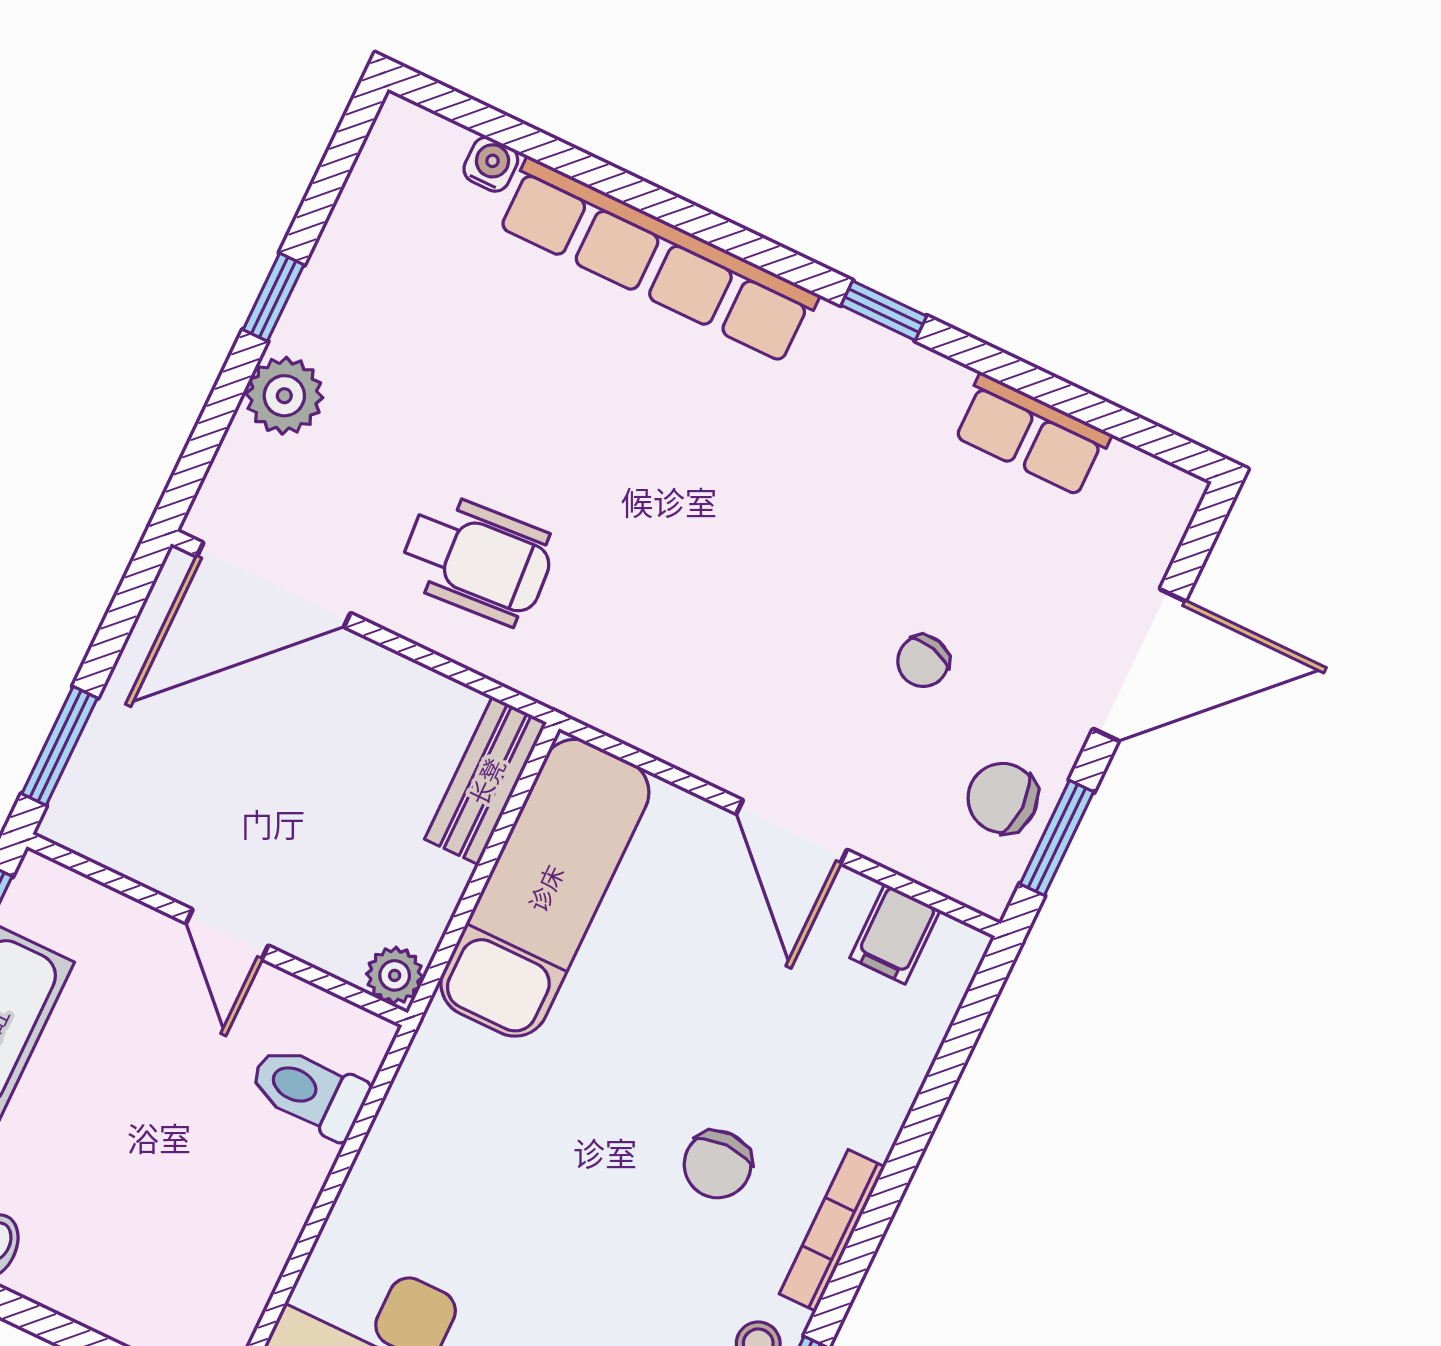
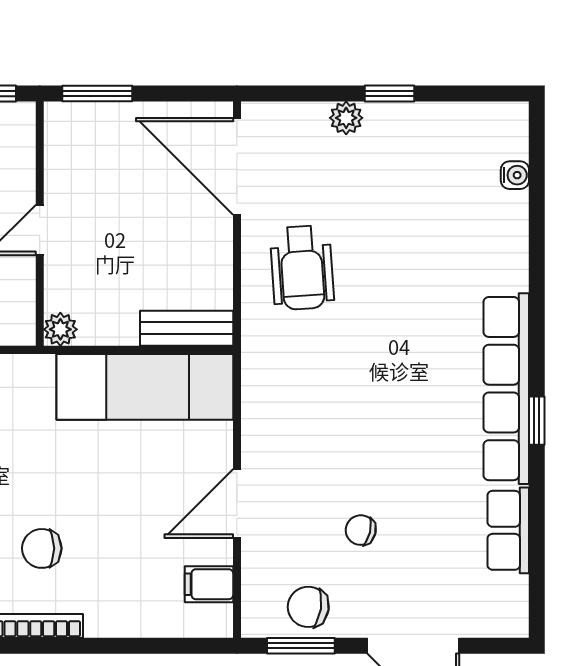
row of seats: (657, 260) -> (506, 389), moved
plant: (284, 396) -> (346, 118), width x0.73, depth x0.73
chair: (1003, 798) -> (308, 607), turned -81

